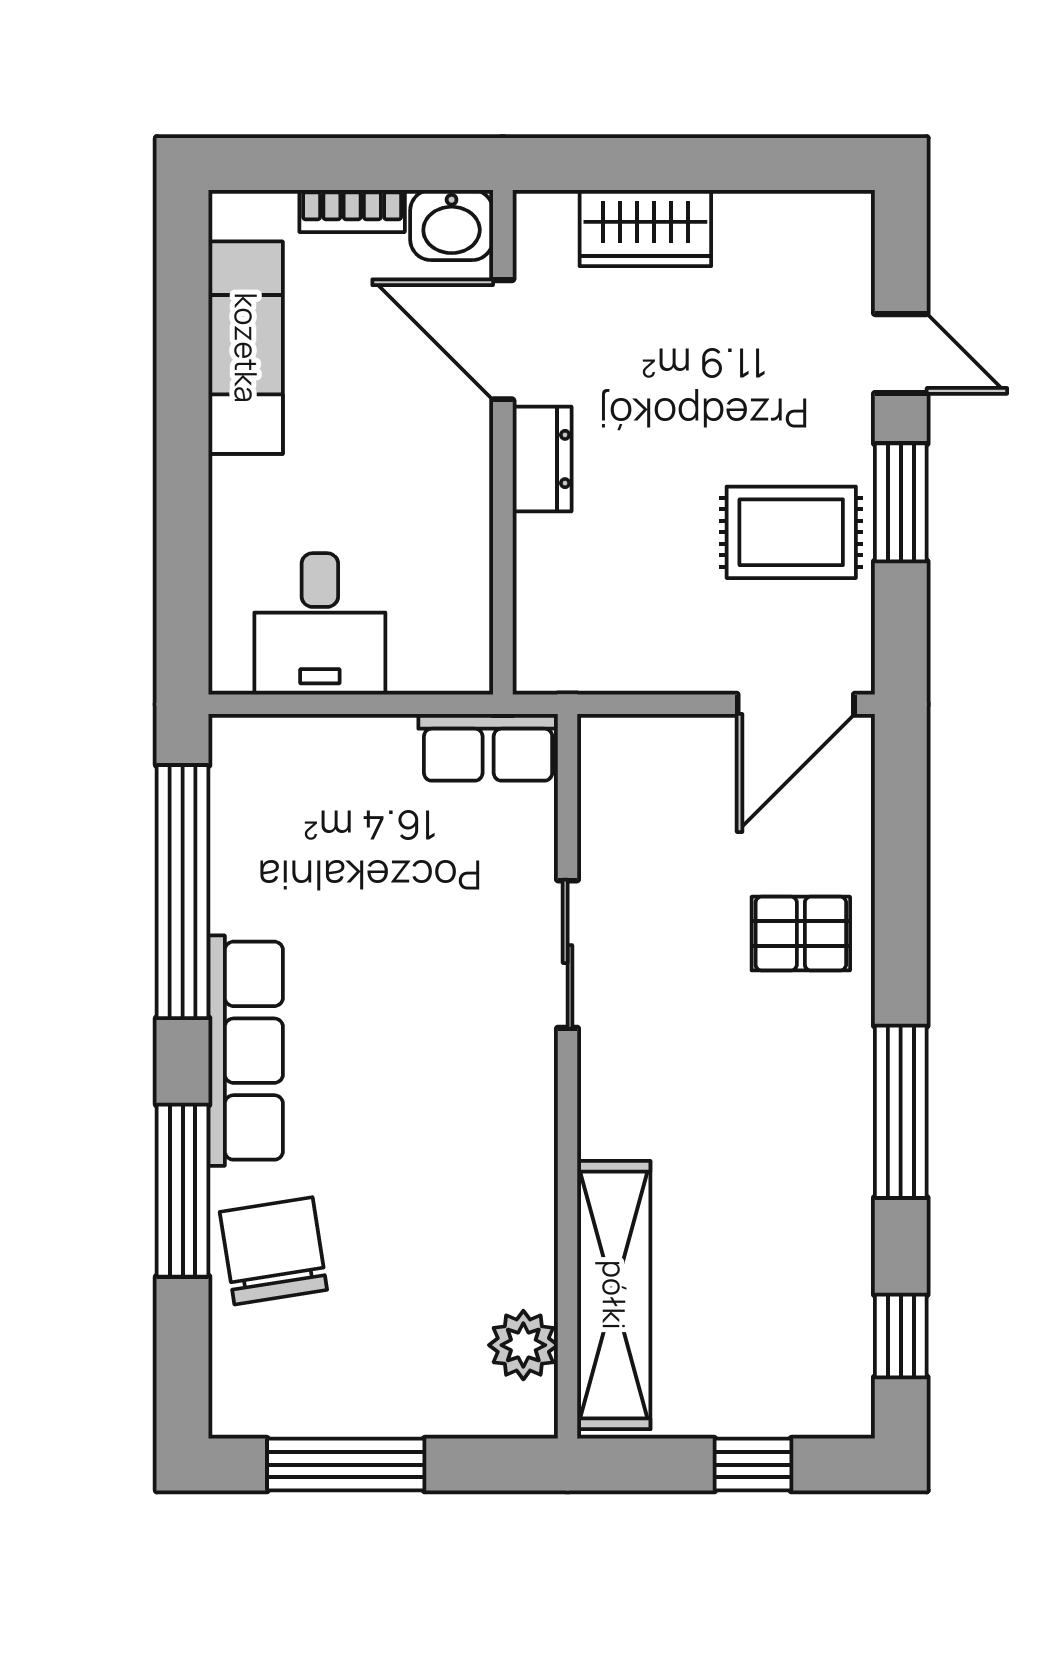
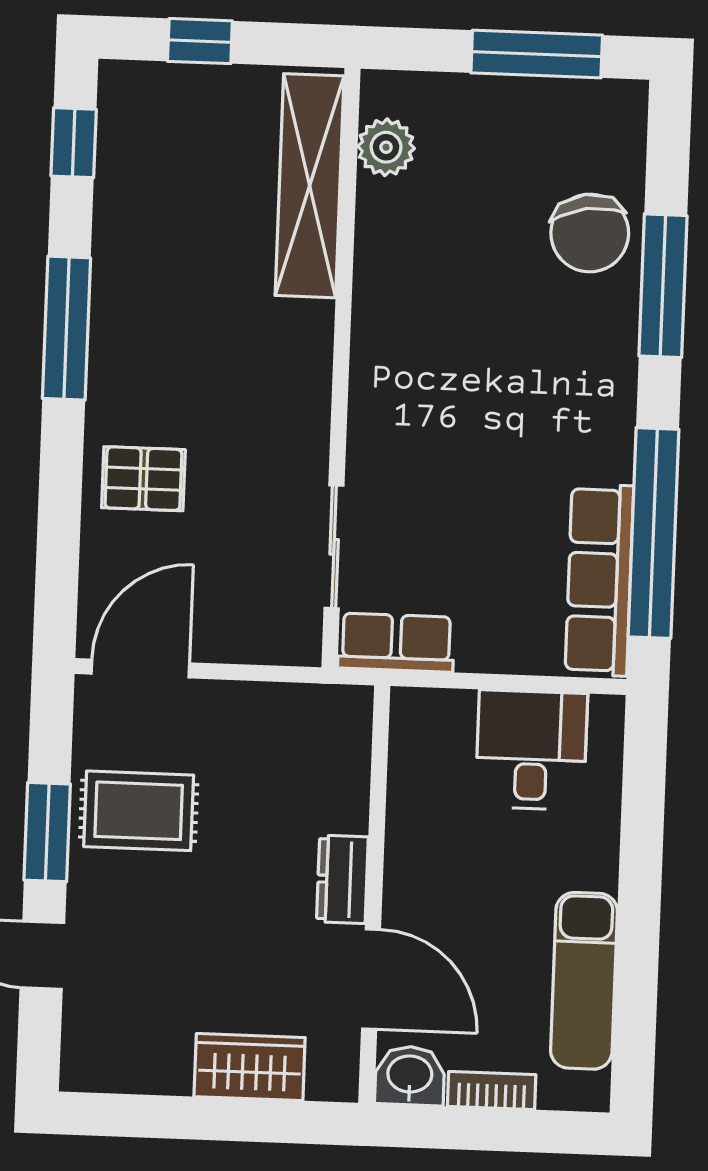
sliding door: (568, 954) -> (334, 547), moved
row of seats: (246, 1051) -> (599, 580), moved

